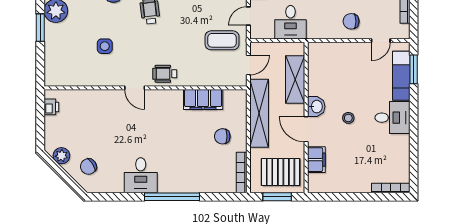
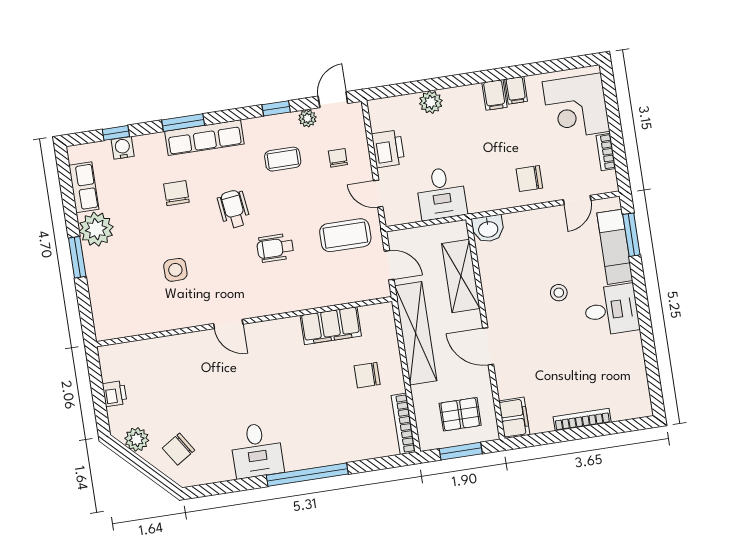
door: (248, 16) -> (378, 194), hinge flipped
door: (248, 65) -> (389, 265), hinge flipped
wheelchair: (165, 74) -> (275, 248), moved
printer: (51, 107) -> (115, 394), moved
washbasin: (316, 107) -> (488, 229), moved, turned 90
stool: (348, 118) -> (559, 293), moved
filing cabinet: (316, 160) -> (514, 418), moved
pallet: (281, 172) -> (460, 414), width x0.67, depth x0.71
bookcase: (391, 188) -> (582, 420), moved

